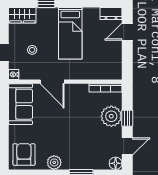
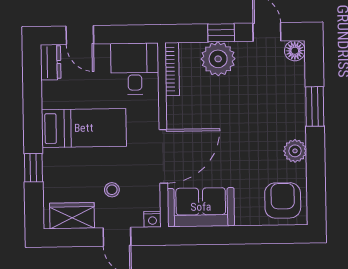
wardrobe: (22, 15) -> (72, 216), moved, turned -90
desk: (106, 65) -> (135, 69), added
door: (52, 82) -> (163, 156), width x1.36
armchair: (24, 154) -> (283, 200), turned 90

